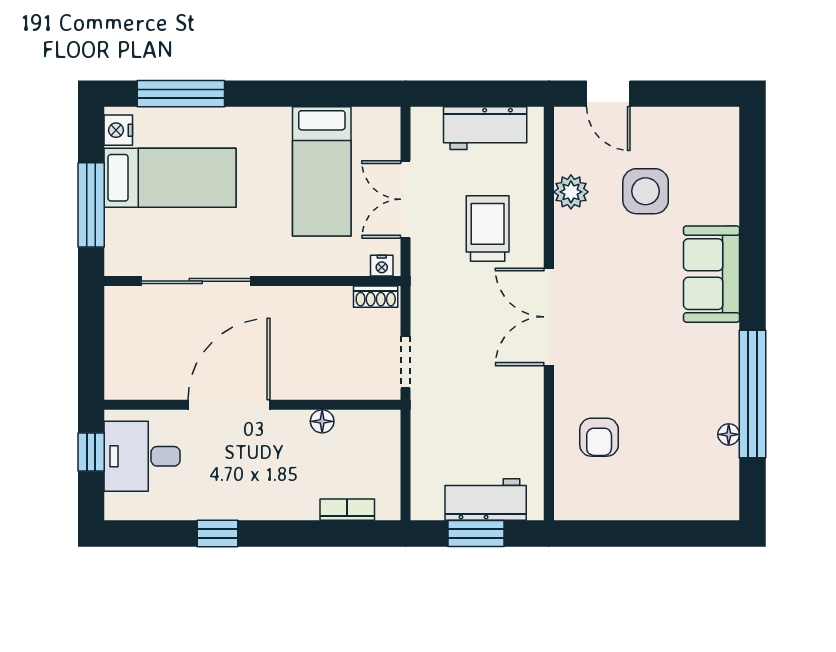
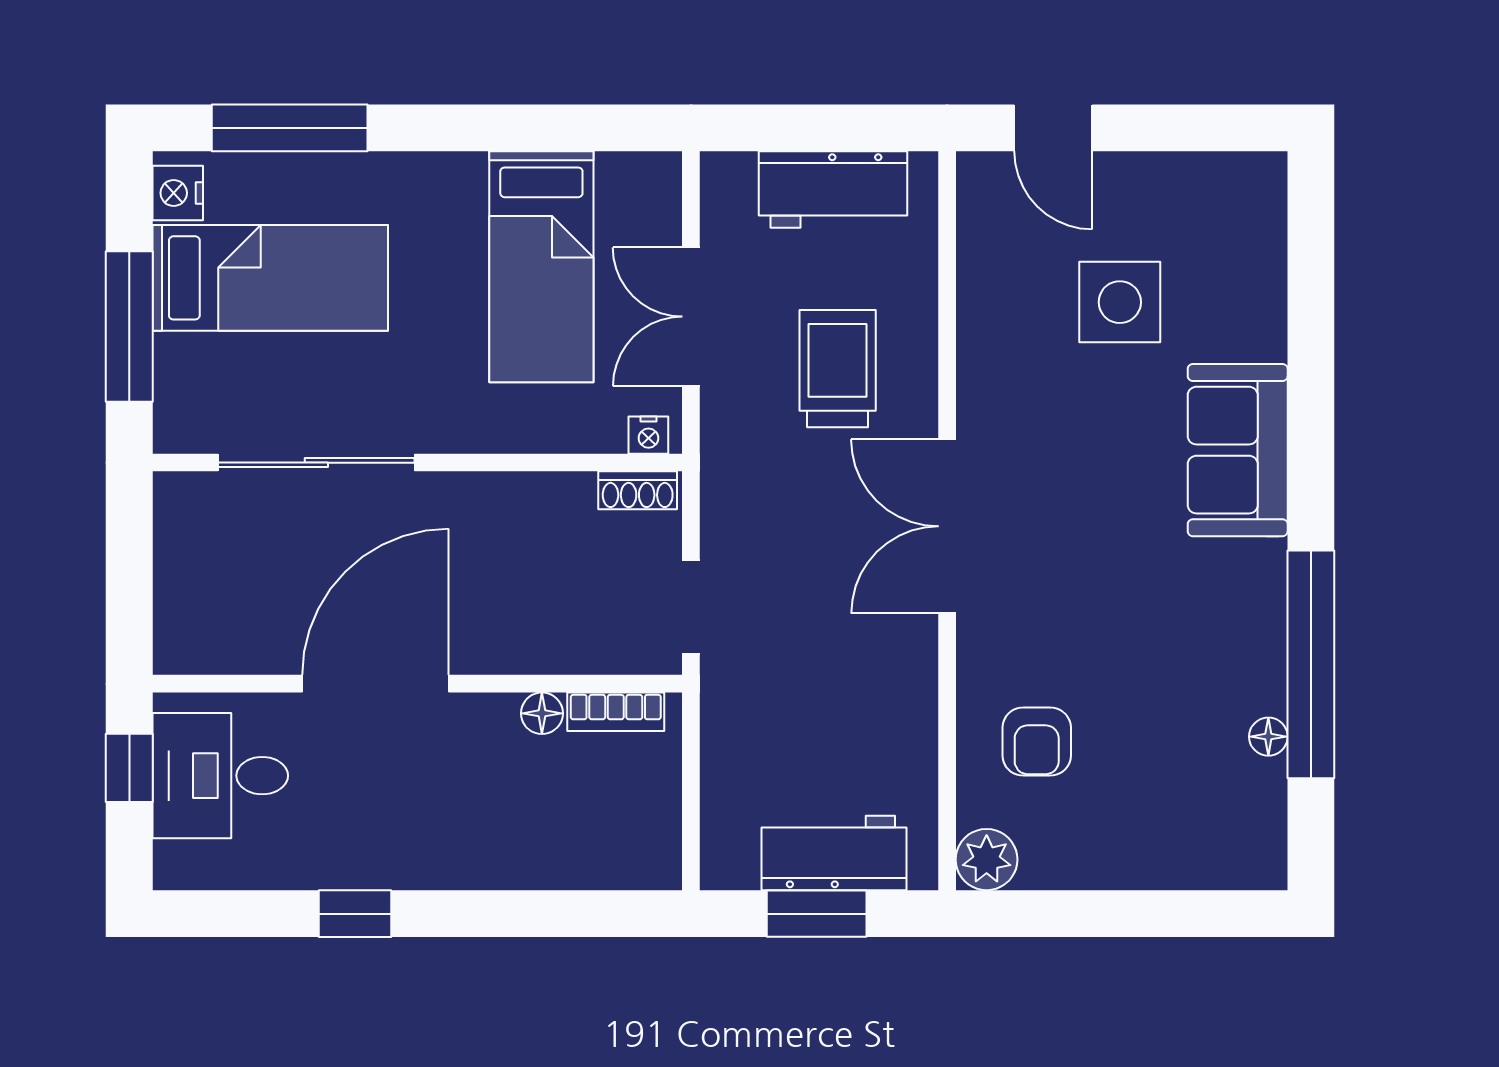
plant: (571, 192) -> (987, 860), moved
bookcase: (347, 510) -> (616, 712), moved, turned 180

